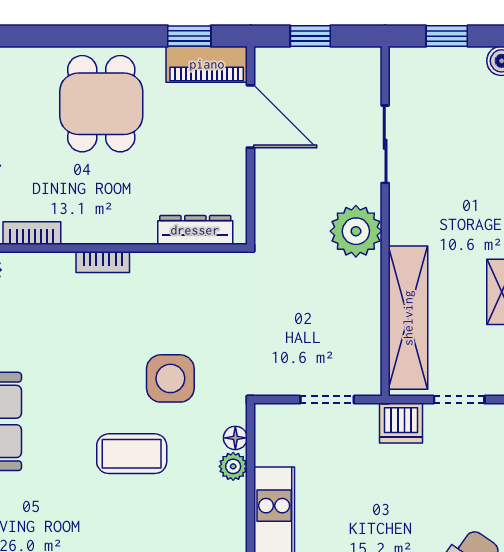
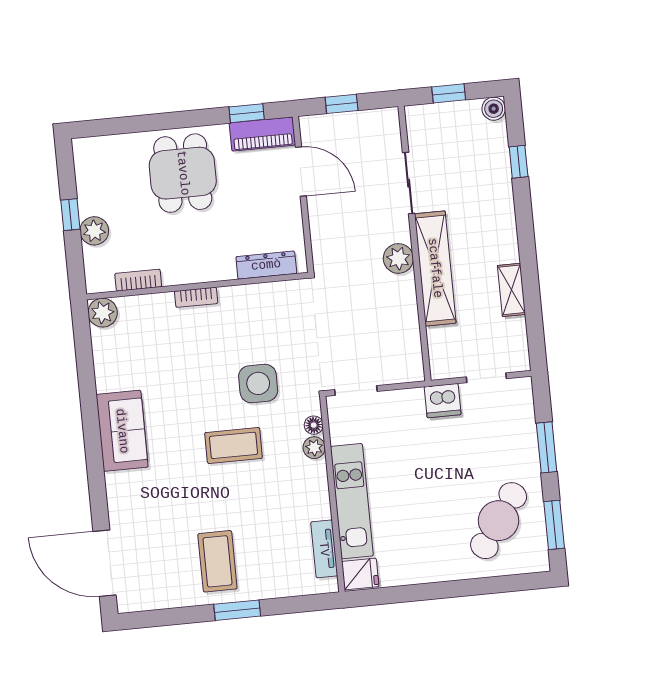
plant: (356, 231) -> (398, 258), width x0.73, depth x0.73
shelving: (408, 318) -> (435, 268), moved
doorway: (327, 400) -> (356, 391), moved

